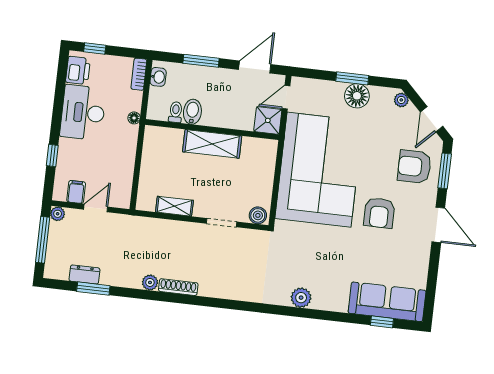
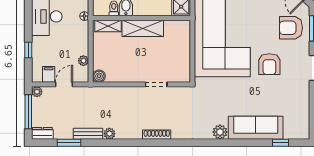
plant: (126, 179) -> (83, 61), added
shelving: (174, 206) -> (108, 26), moved
boiler: (258, 215) -> (99, 76), moved
dresser: (84, 274) -> (42, 133), moved
bench: (121, 279) -> (88, 134), added
shoe rack: (178, 287) -> (157, 135), moved
sofa: (387, 302) -> (256, 128), moved

